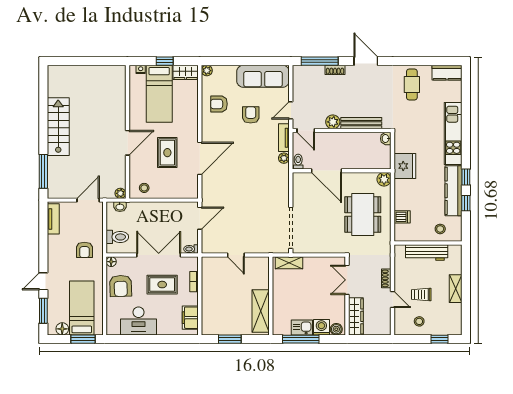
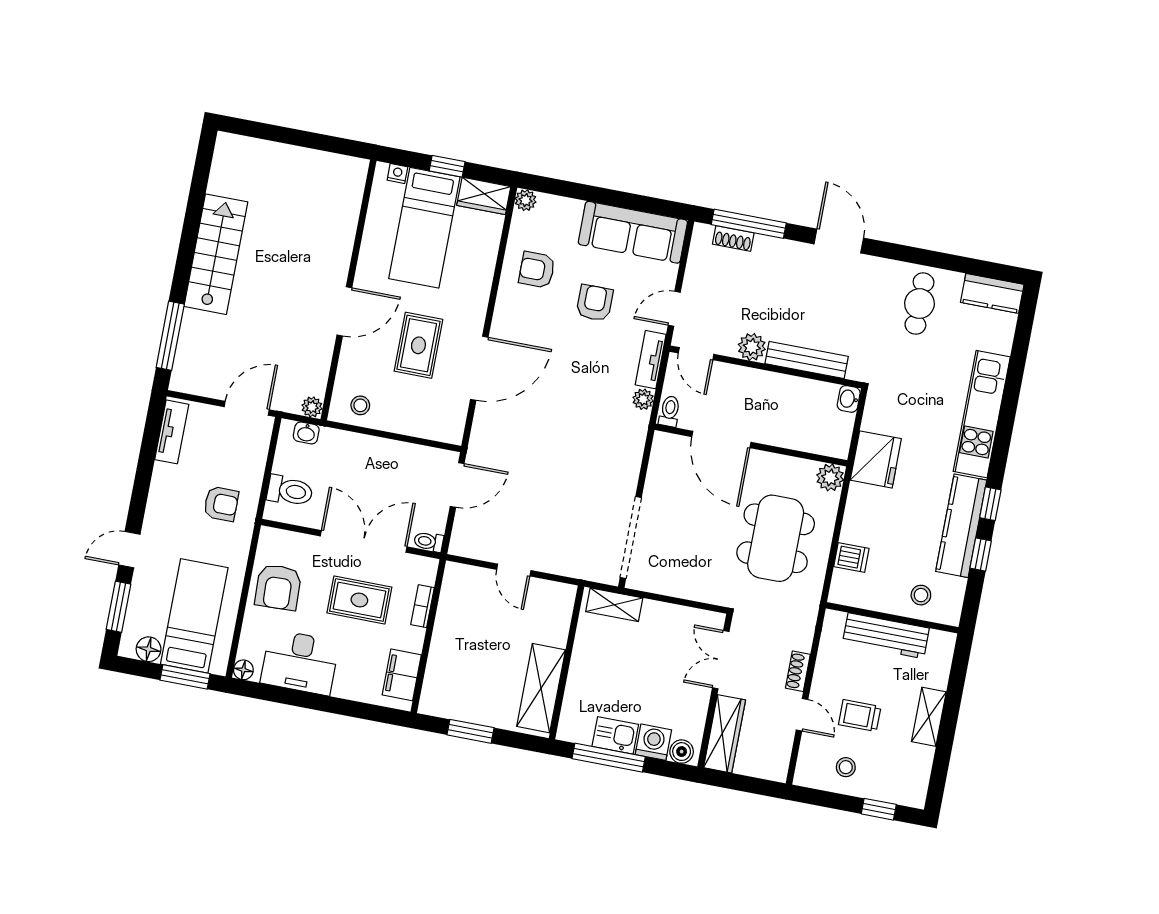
shoe rack: (335, 70) -> (733, 239), moved
armchair: (84, 250) -> (221, 504), turned -90
floor lamp: (111, 262) -> (243, 670), moved

